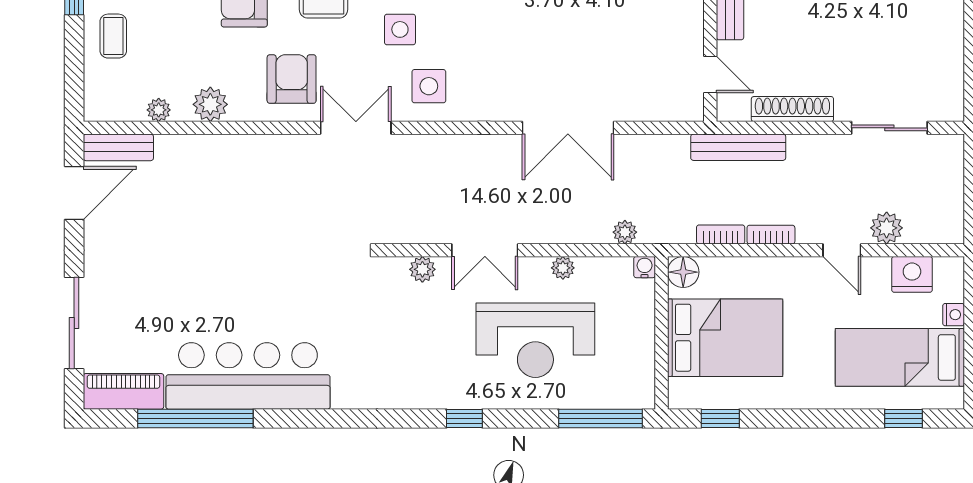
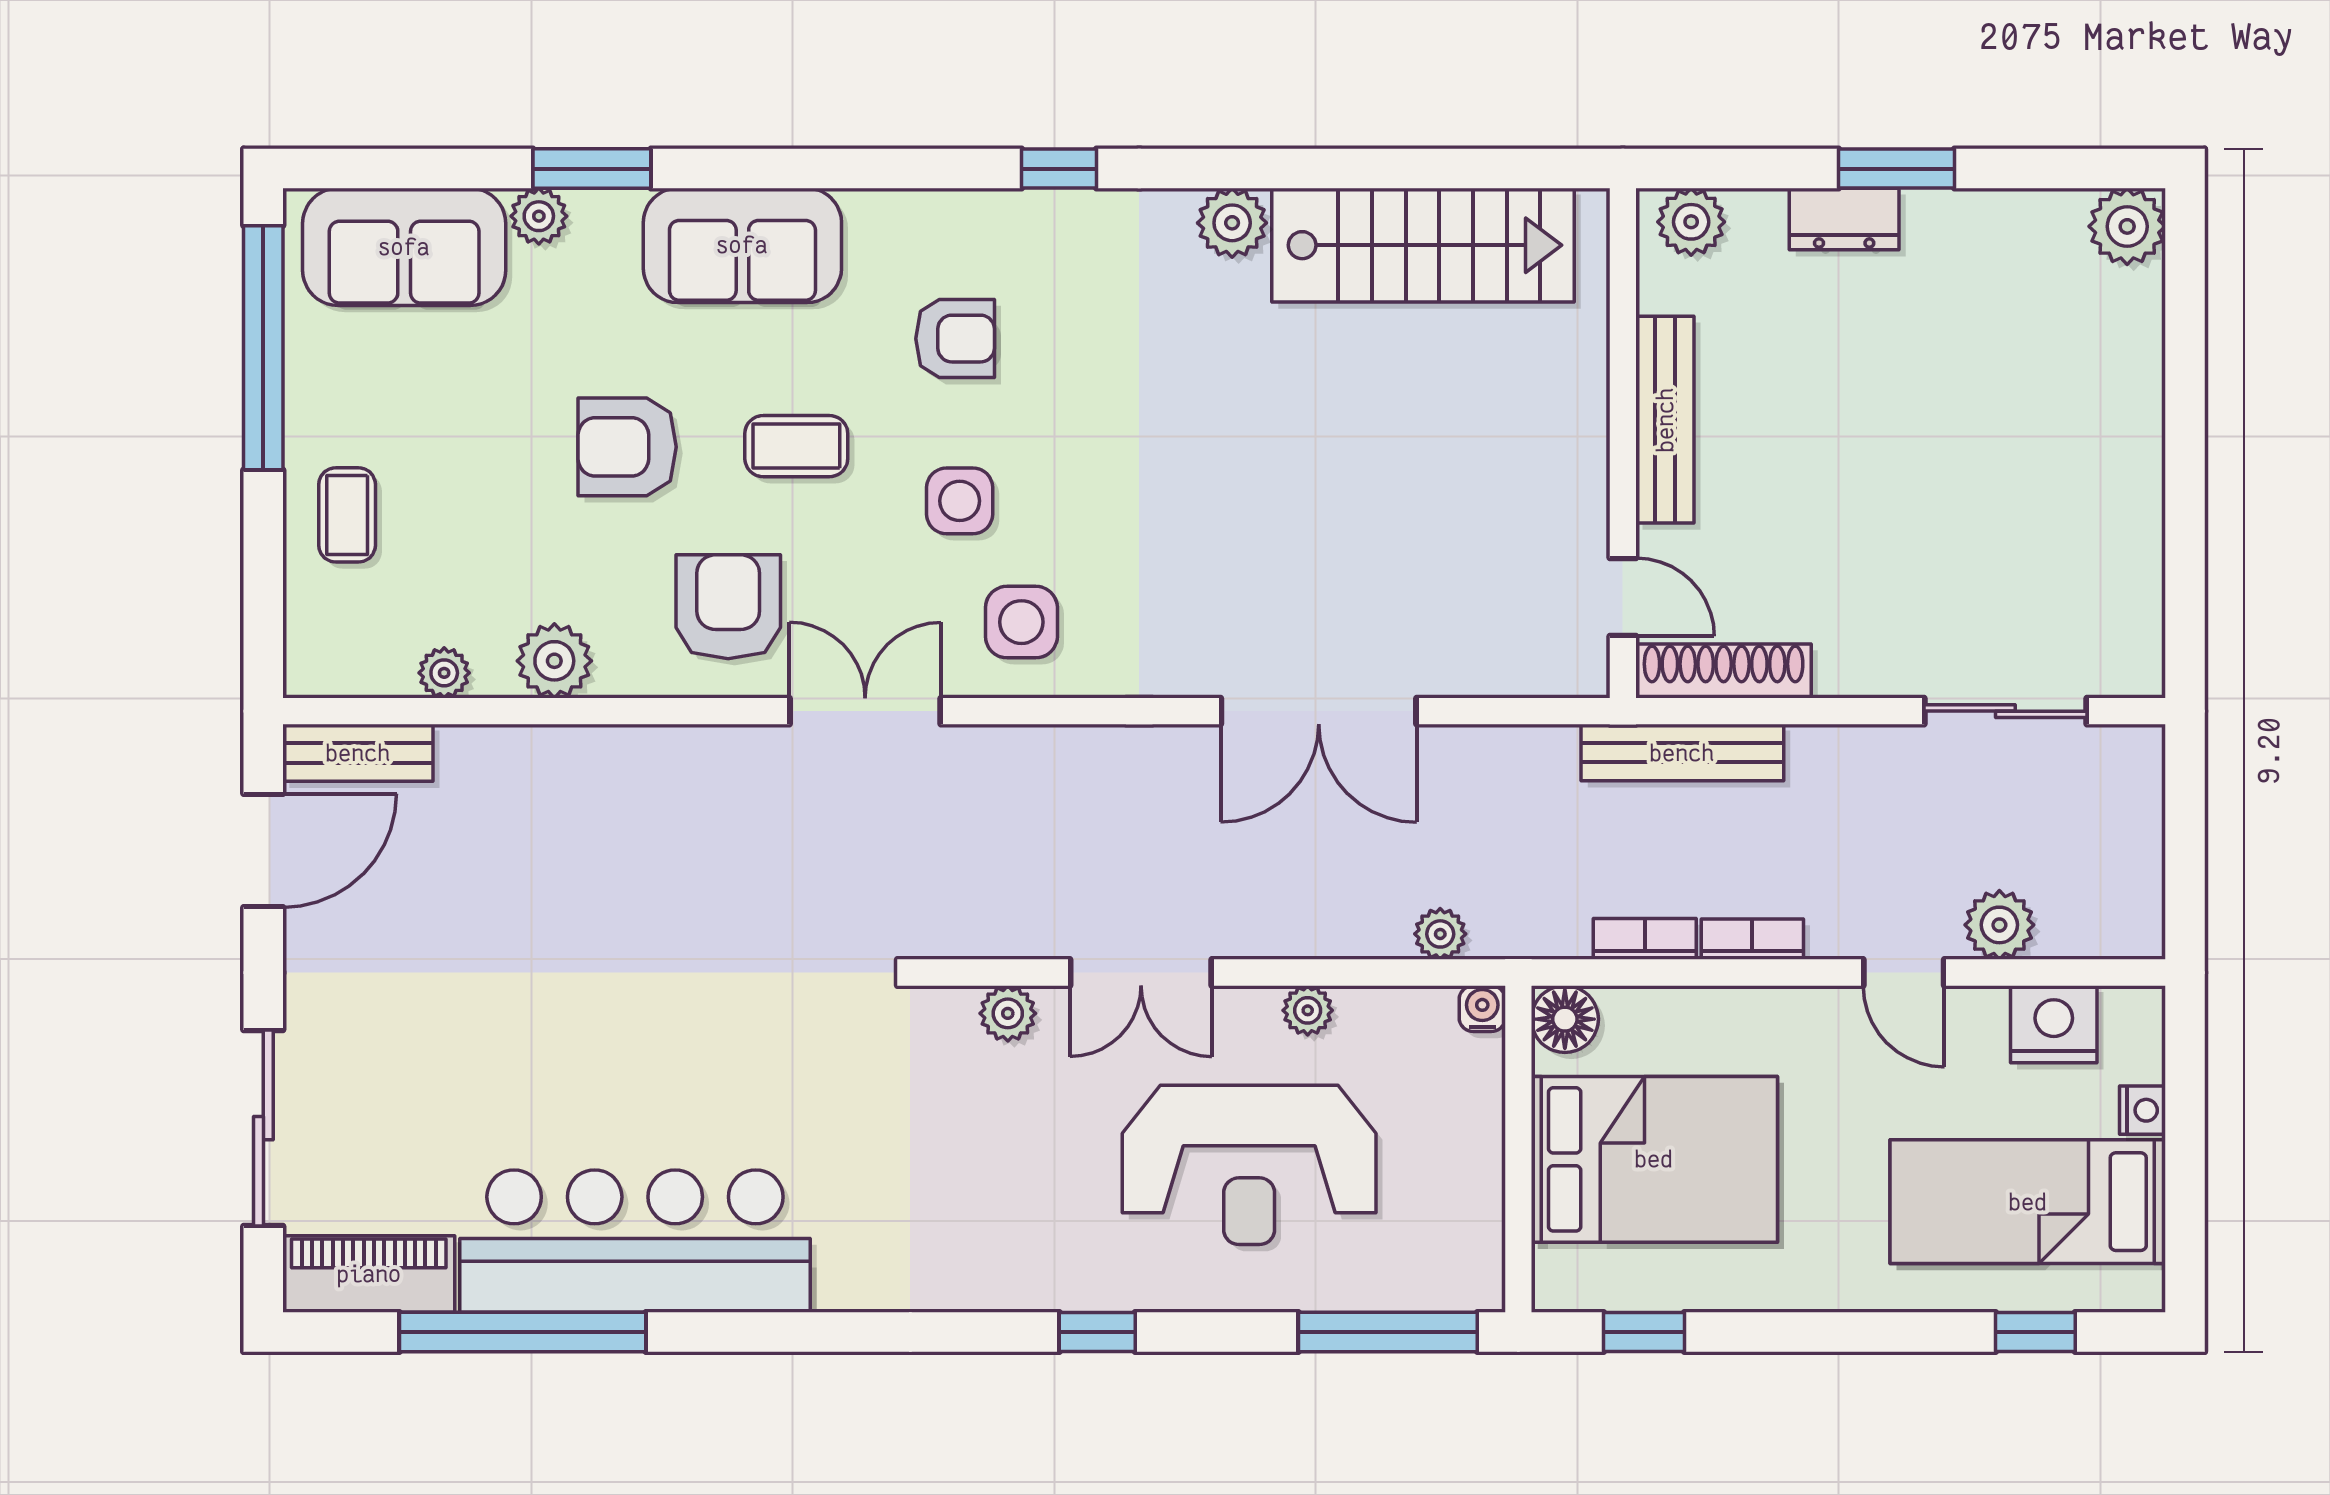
shoe rack: (792, 109) -> (1724, 671), moved

